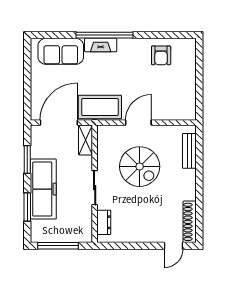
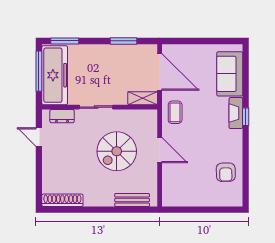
window: (104, 35) -> (246, 117), width x0.32
armchair: (161, 55) -> (226, 172), turned -91
coffee table: (100, 107) -> (175, 112), width x0.54, depth x0.58
freezer: (43, 189) -> (55, 75), moved, turned -90
window: (27, 207) -> (65, 41), moved
door: (173, 246) -> (39, 137), moved

